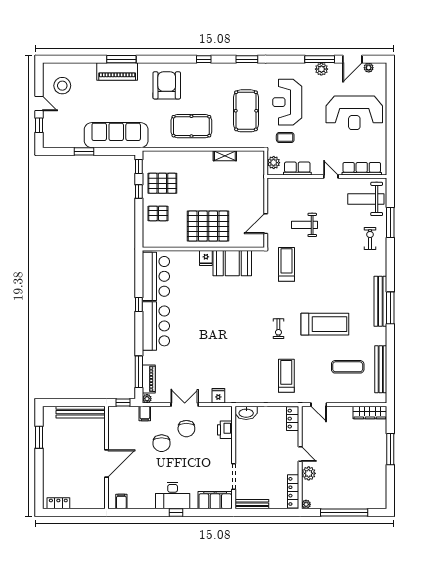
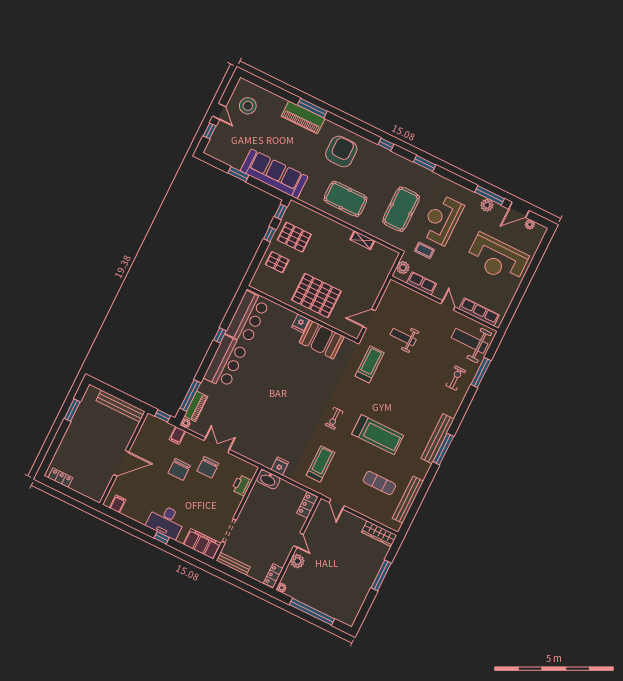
fridge: (218, 396) -> (280, 466), moved
locker: (293, 491) -> (273, 576), width x0.66

